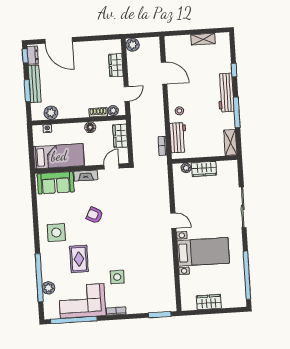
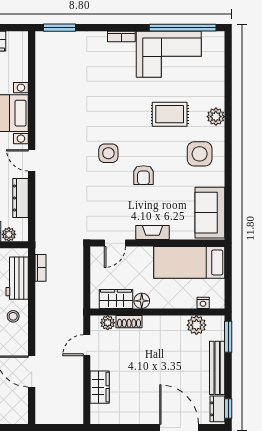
plant: (133, 45) -> (74, 415), removed
window: (27, 91) -> (228, 337), moved
wardrobe: (120, 136) -> (116, 299), moved, turned -90
sofa: (56, 183) -> (210, 213), moved, turned -90
dresser: (179, 194) -> (20, 198), added
armchair: (95, 215) -> (143, 175), turned 62
rug: (79, 259) -> (170, 114), turned 90
side table: (117, 277) -> (108, 153), moved
window: (39, 278) -> (228, 91), removed
plant: (48, 288) -> (216, 117), moved

